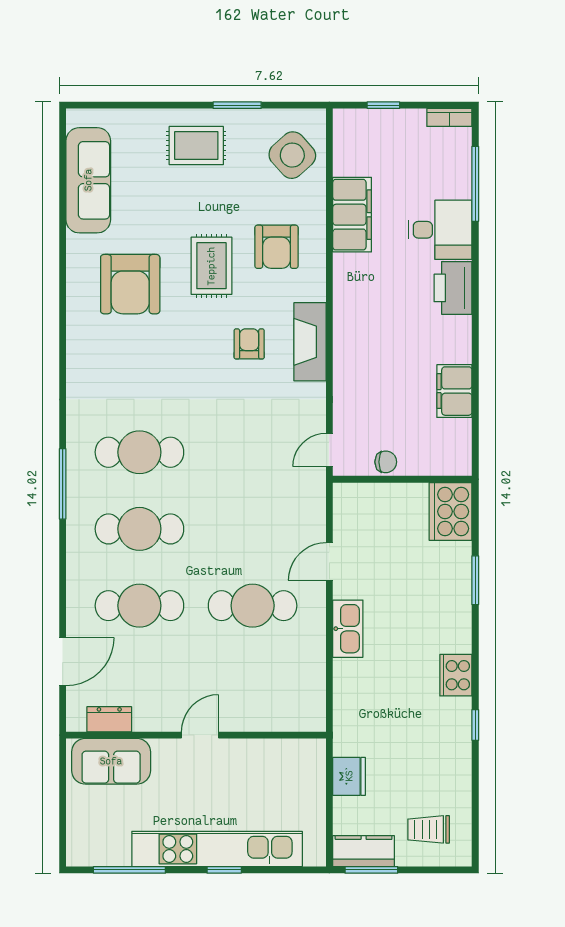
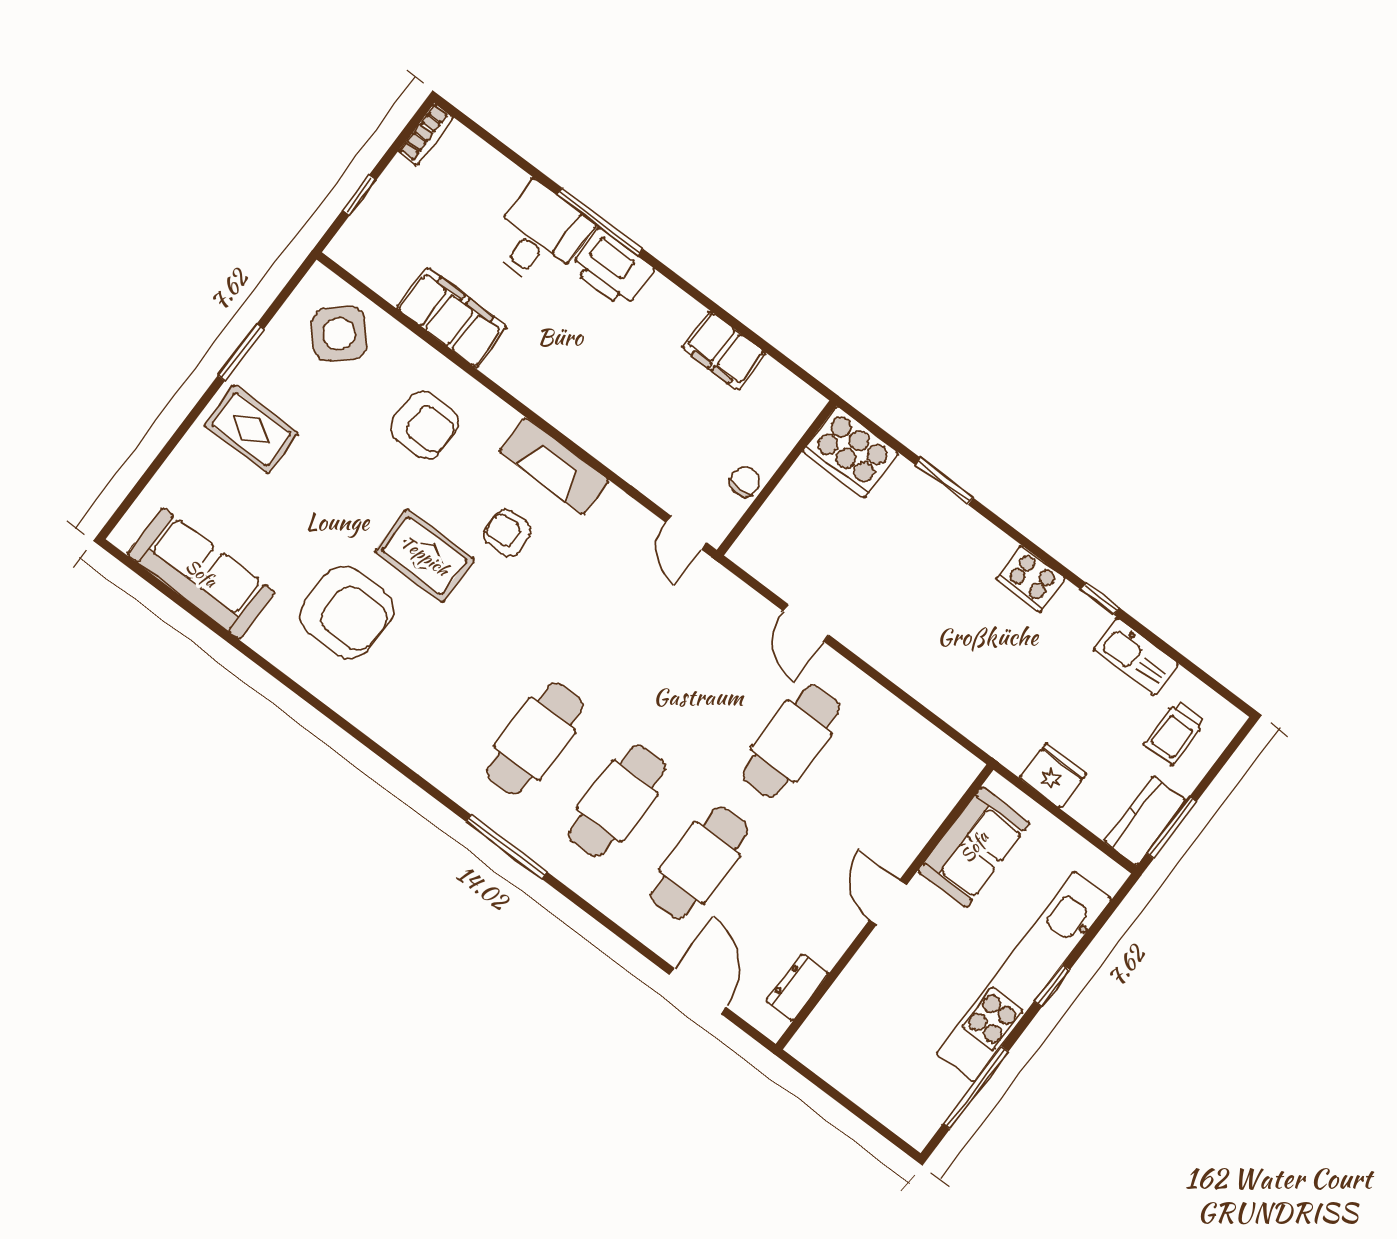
rug: (196, 146) -> (251, 429), turned 90
window: (475, 184) -> (600, 222), moved
rug: (211, 266) -> (425, 556), moved
kitchen sink: (348, 629) -> (1136, 656), moved, turned 180
sofa: (111, 761) -> (974, 847), moved

